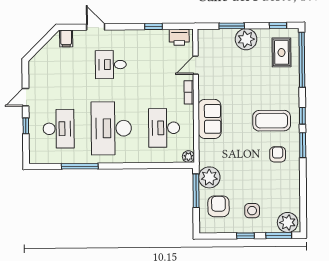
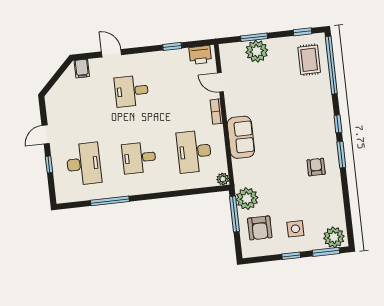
plant: (246, 39) -> (257, 51), moved
door: (196, 65) -> (220, 82), hinge flipped
coffee table: (272, 121) -> (306, 132), removed
desk: (111, 128) -> (139, 158), width x0.53, depth x0.77
armchair: (218, 206) -> (260, 228), turned 180

